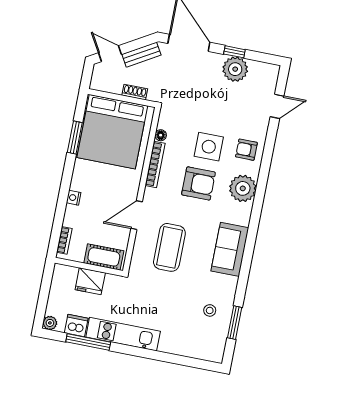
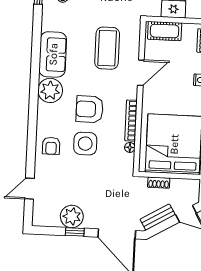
armchair: (246, 150) -> (51, 146), turned 90
plant: (243, 188) -> (50, 90), moved

